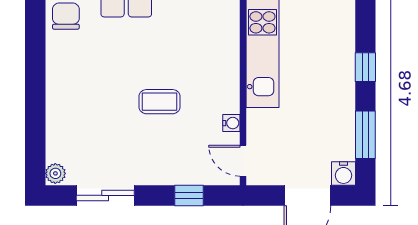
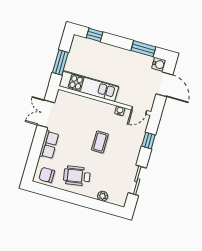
window: (365, 67) -> (95, 35), moved
wheelchair: (81, 75) -> (77, 176), added
plant: (55, 173) -> (103, 196), moved

